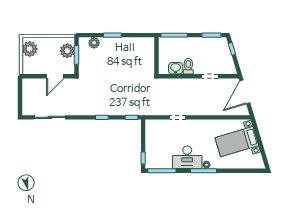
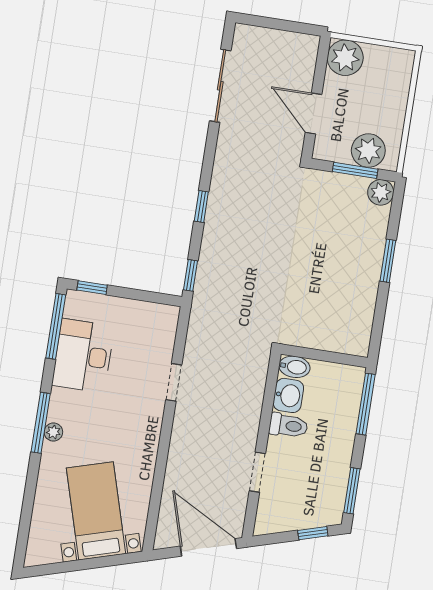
plant: (94, 43) -> (381, 192), moved
plant: (30, 49) -> (345, 58), moved
bidet: (163, 68) -> (294, 367), added
desk: (187, 157) -> (83, 356), moved

